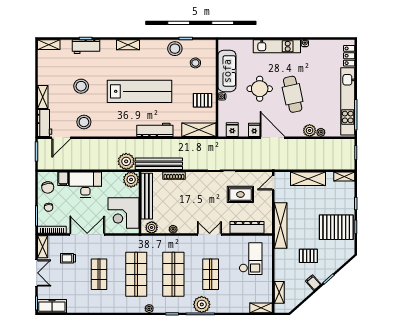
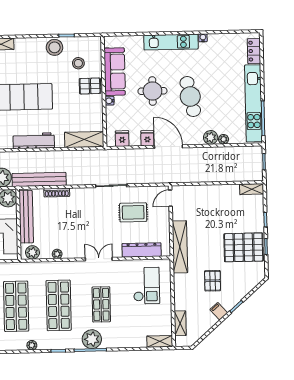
pallet: (202, 100) -> (90, 86), moved
shelving: (308, 179) -> (210, 193), removed
pallet: (308, 256) -> (213, 281), turned 90

